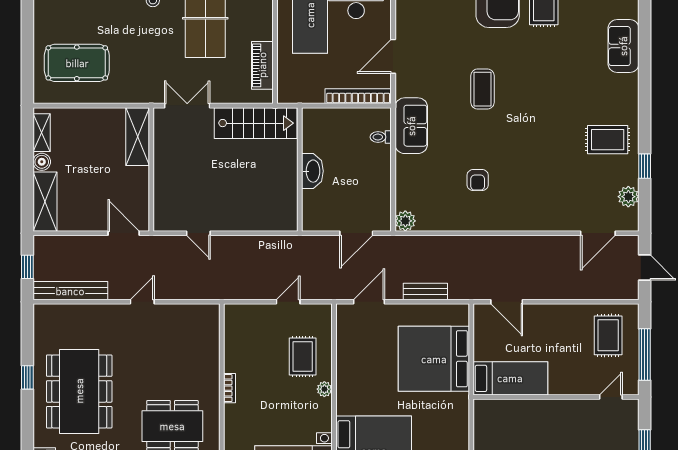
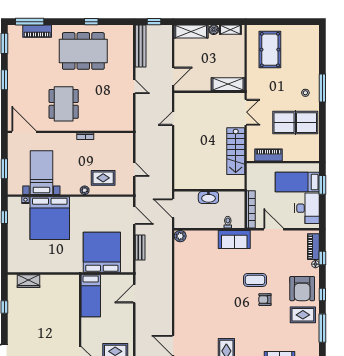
wall: (300, 169) -> (209, 190), moved
washbasin: (312, 171) -> (208, 197), moved
armchair: (478, 180) -> (265, 300), moved

